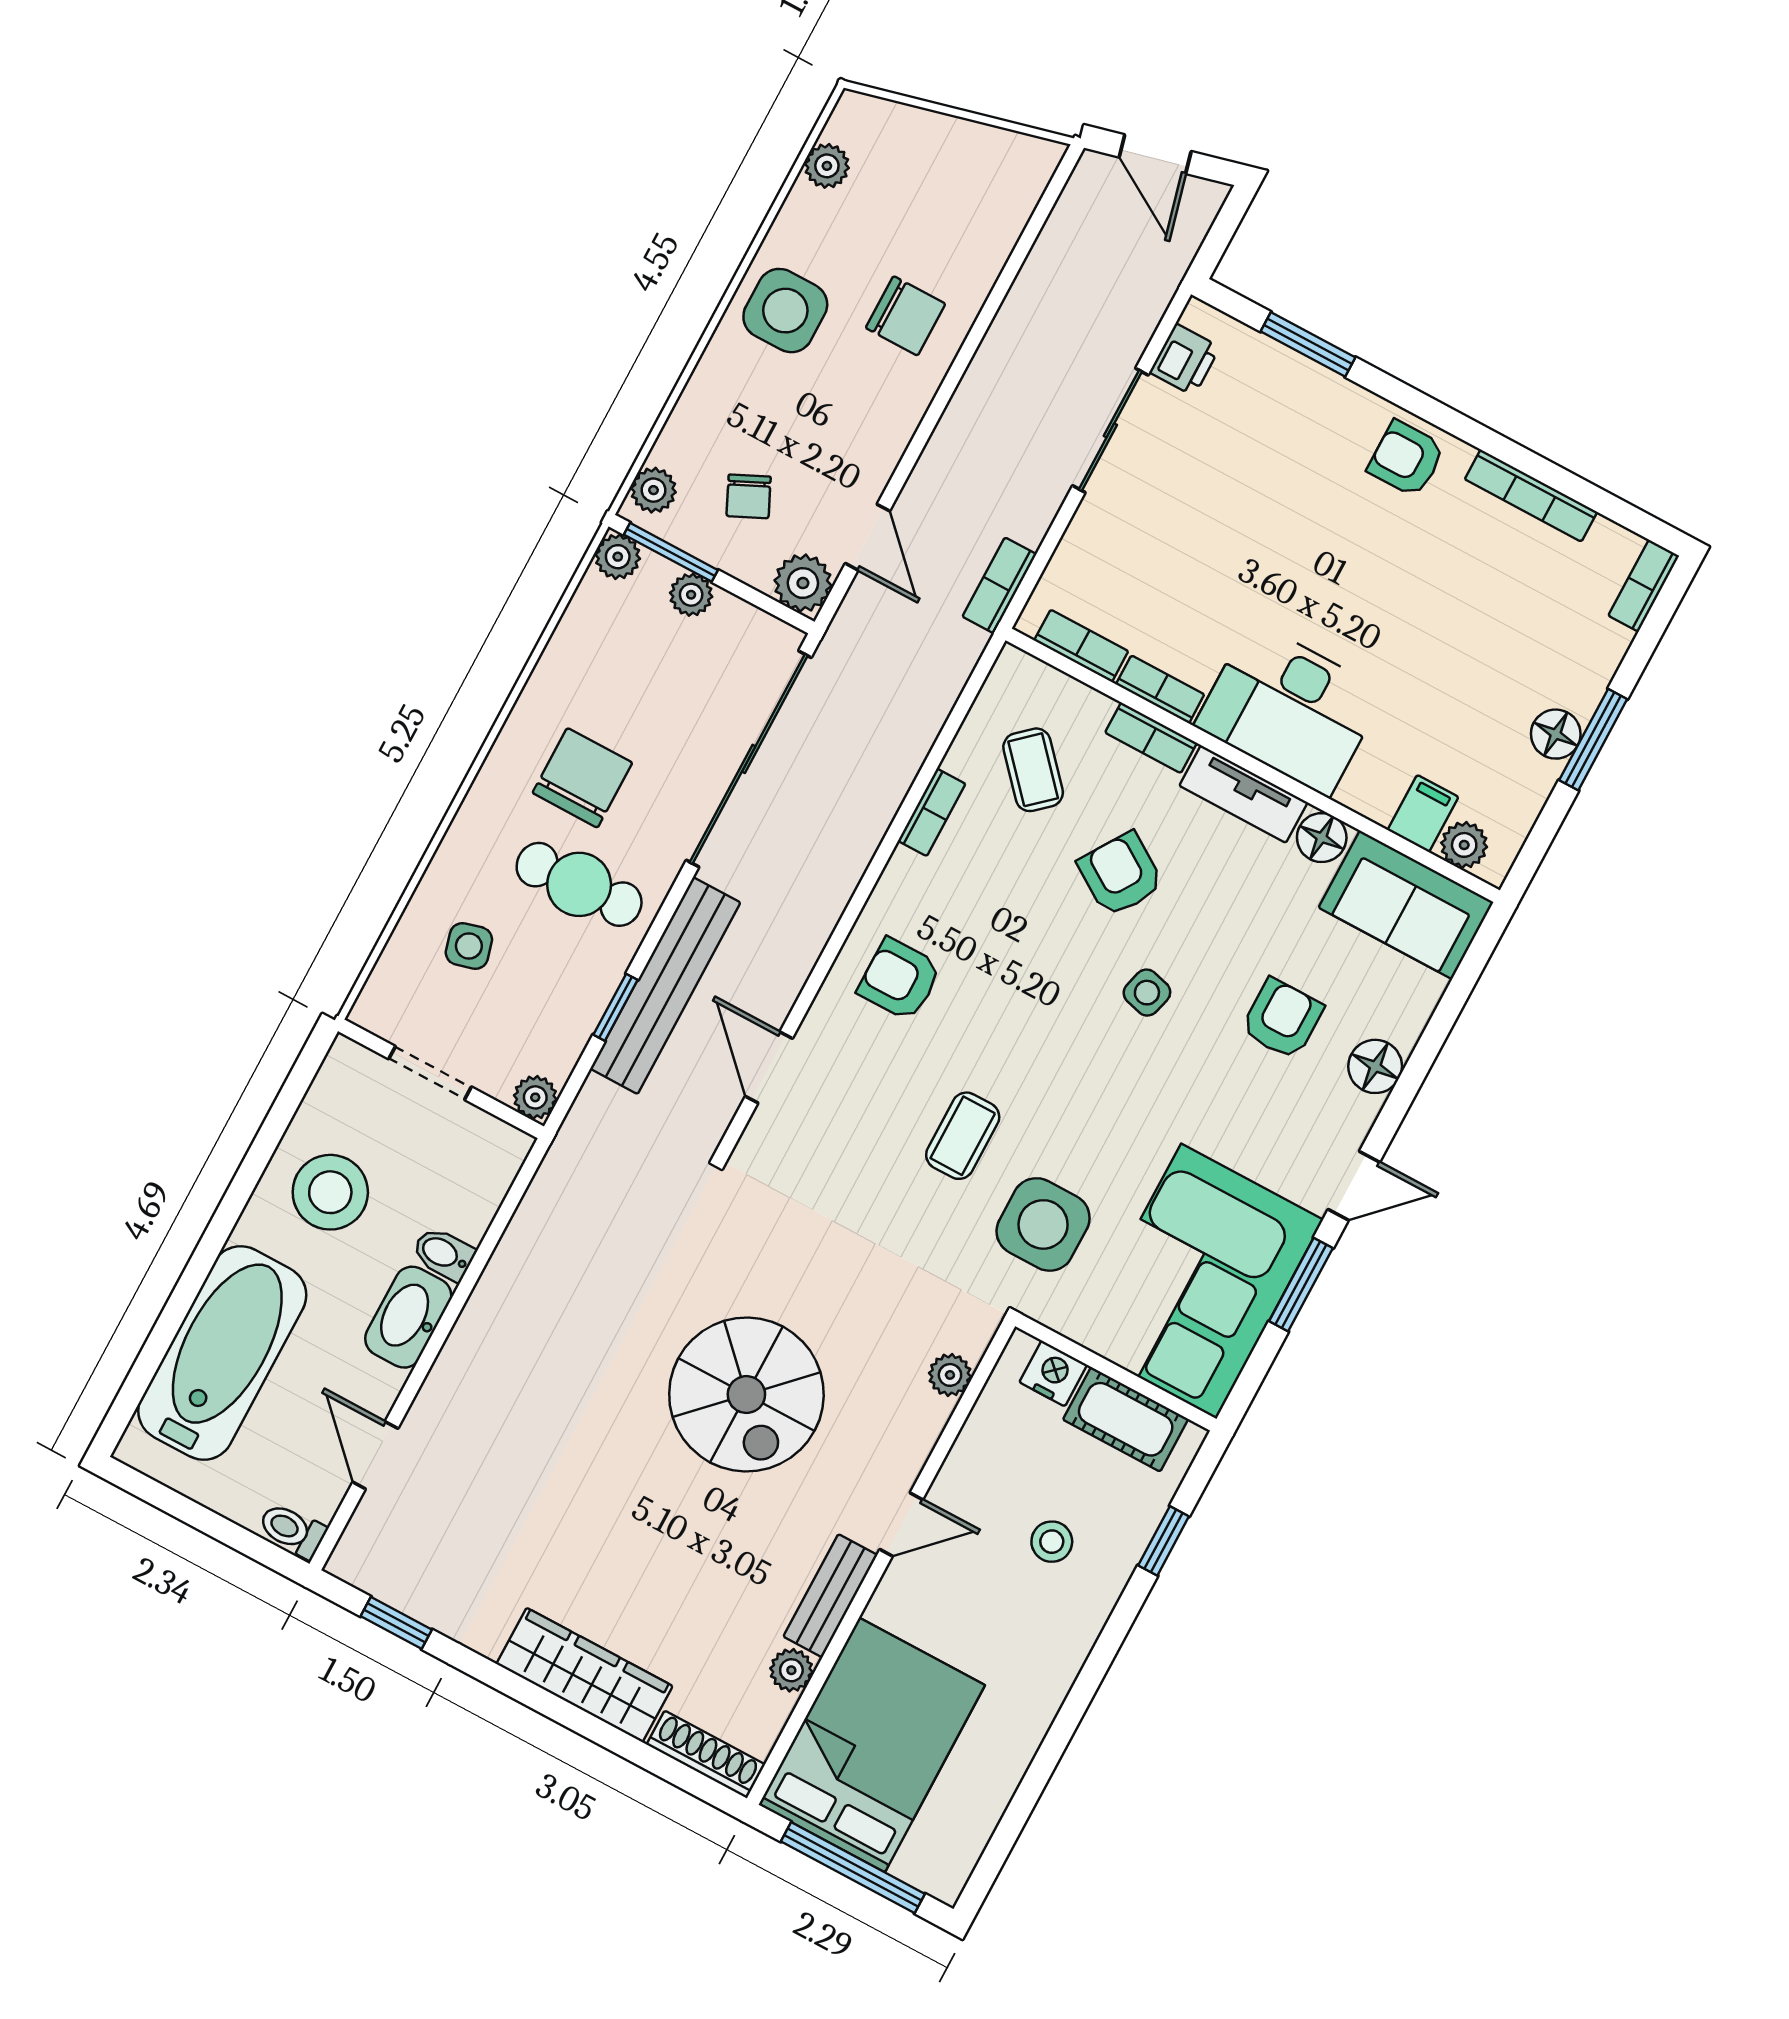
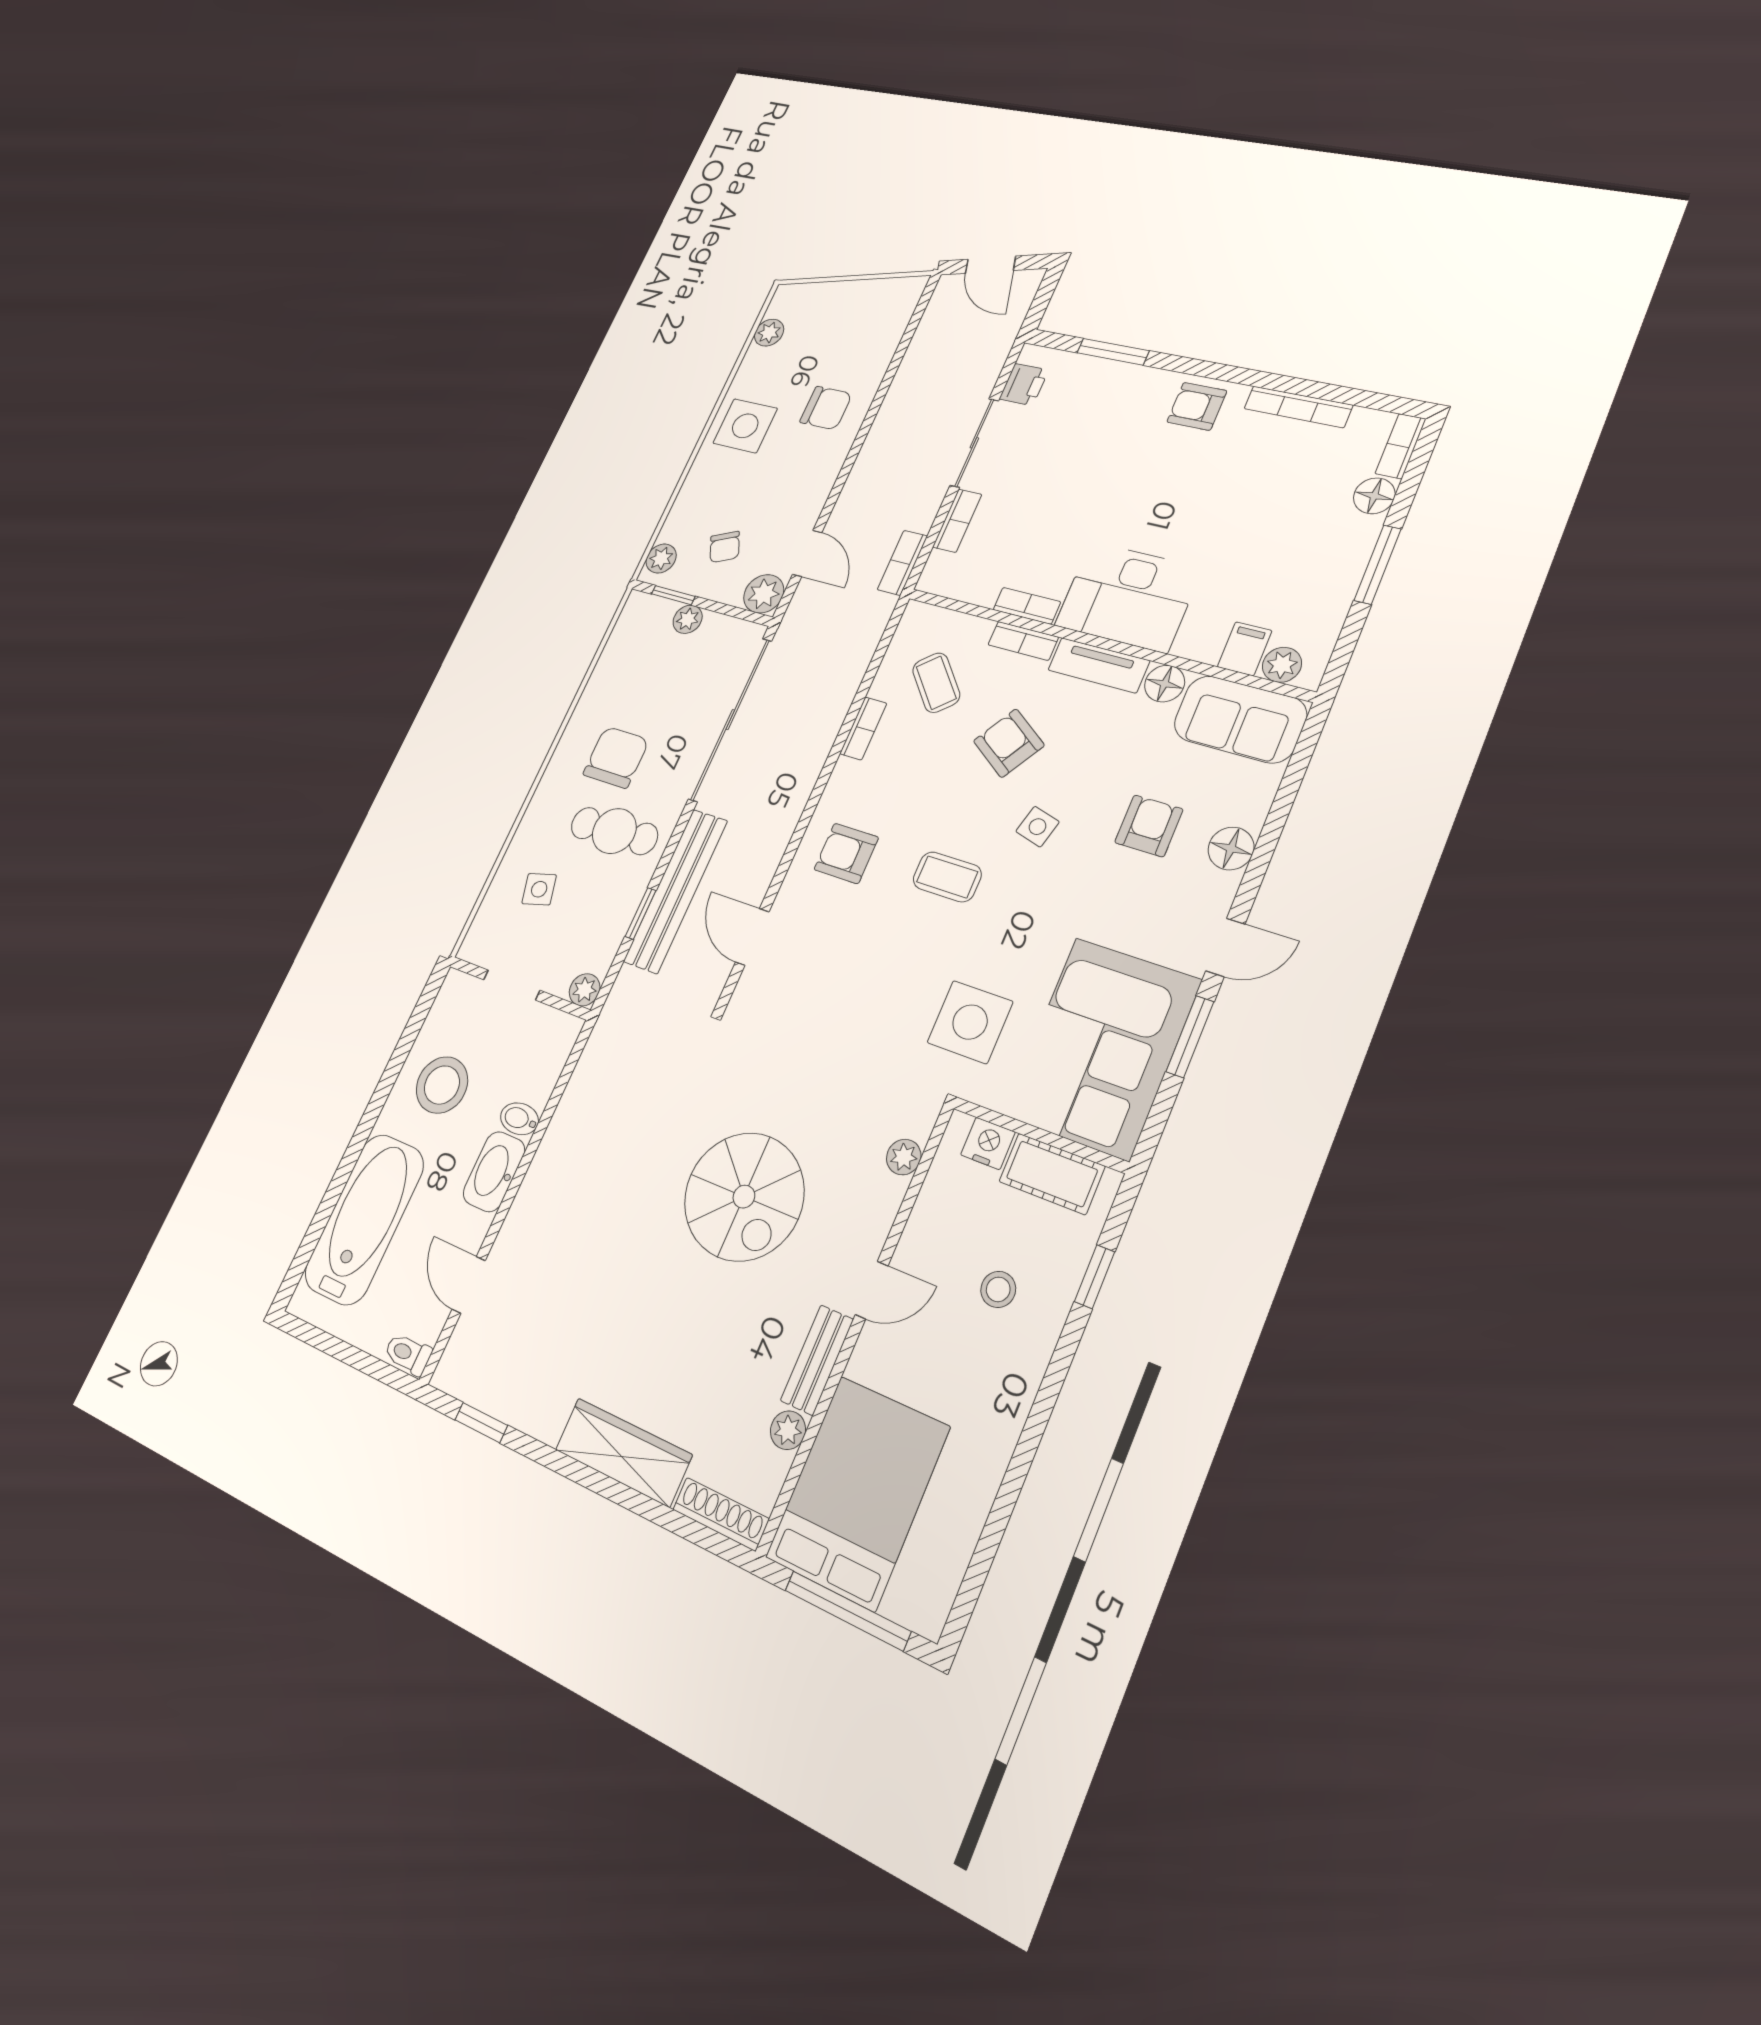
window: (671, 552) -> (673, 595), width x0.67
plant: (618, 557) -> (638, 606), removed
bookcase: (1081, 646) -> (957, 521), moved, turned 90
floor lamp: (1556, 734) -> (1374, 496), moved
coffee table: (963, 1136) -> (947, 877), moved, turned 90

